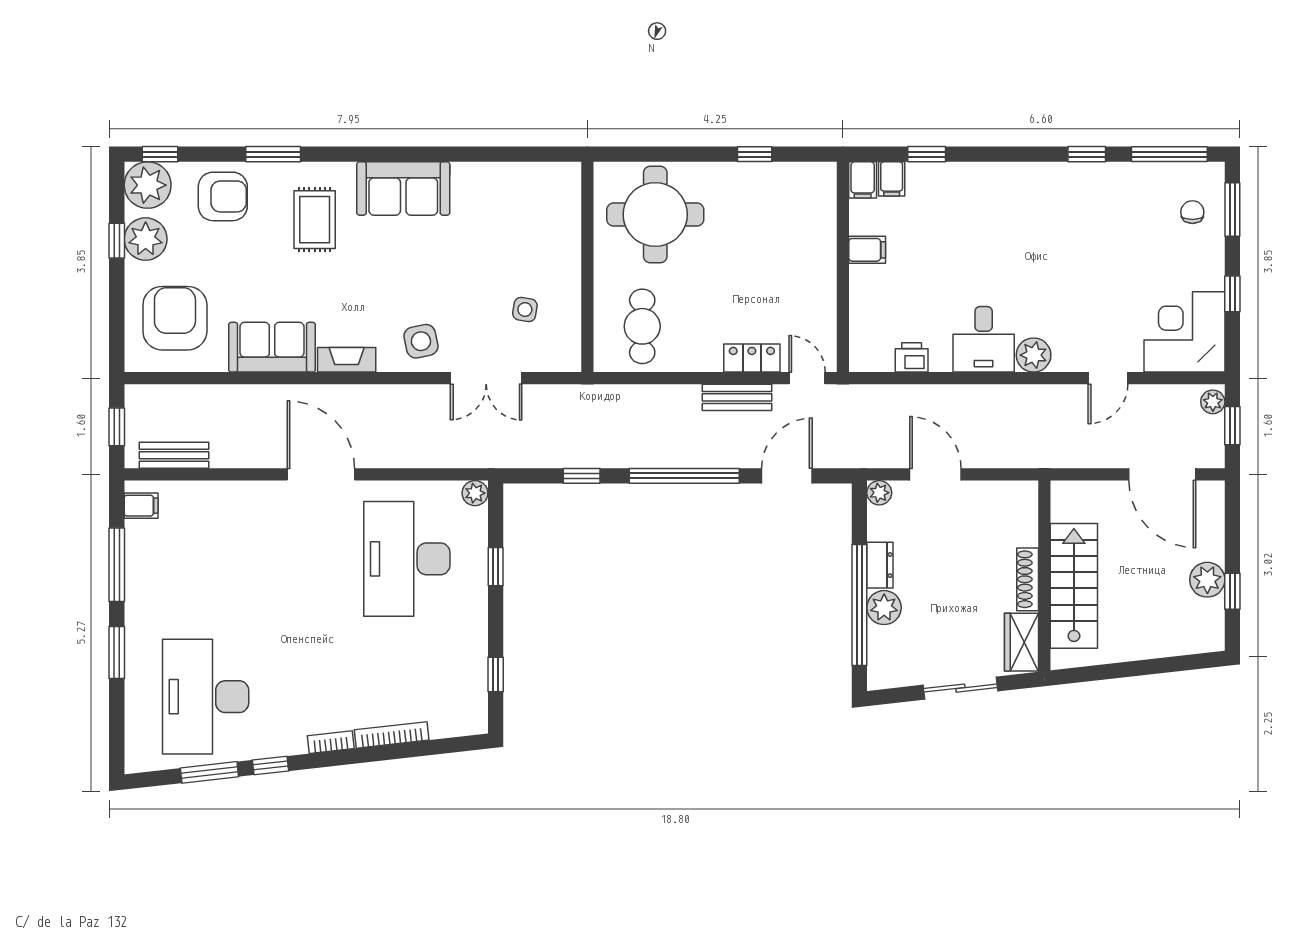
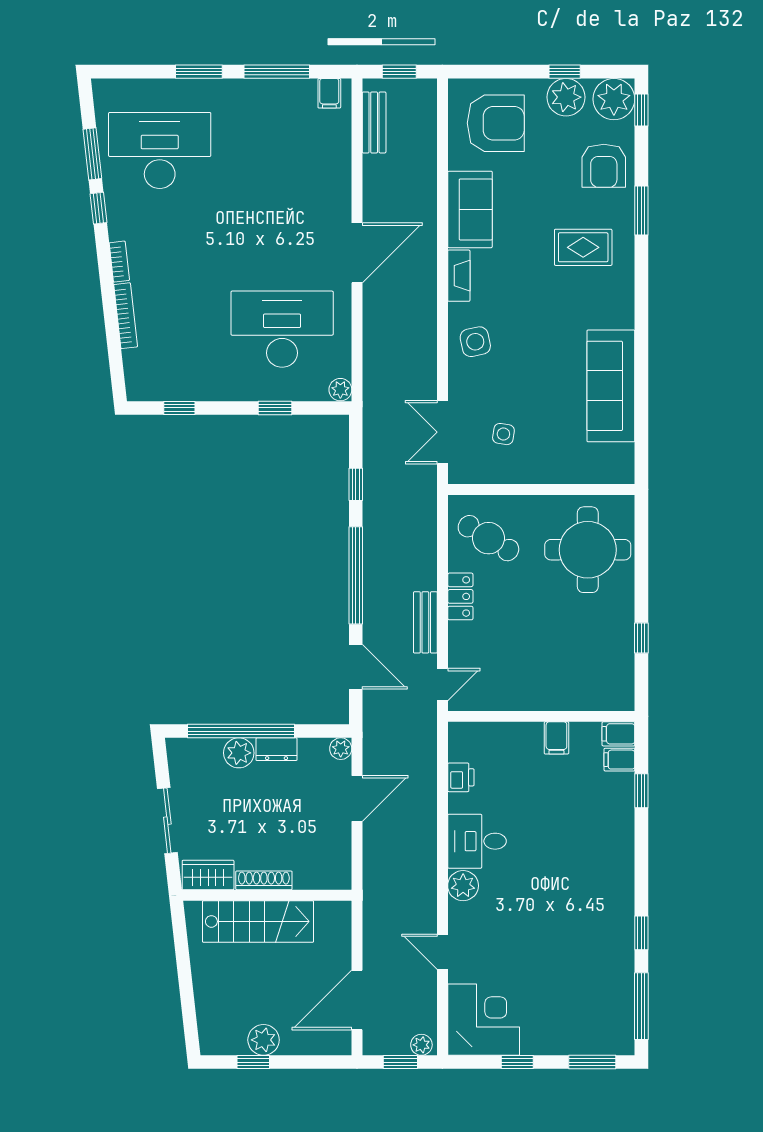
sofa: (403, 188) -> (611, 386), moved, width x1.36
chair: (1192, 212) -> (590, 1027), removed
cafe table: (642, 326) -> (488, 538), turned 31
locker: (752, 358) -> (460, 596), moved
double door: (486, 378) -> (442, 432), moved

